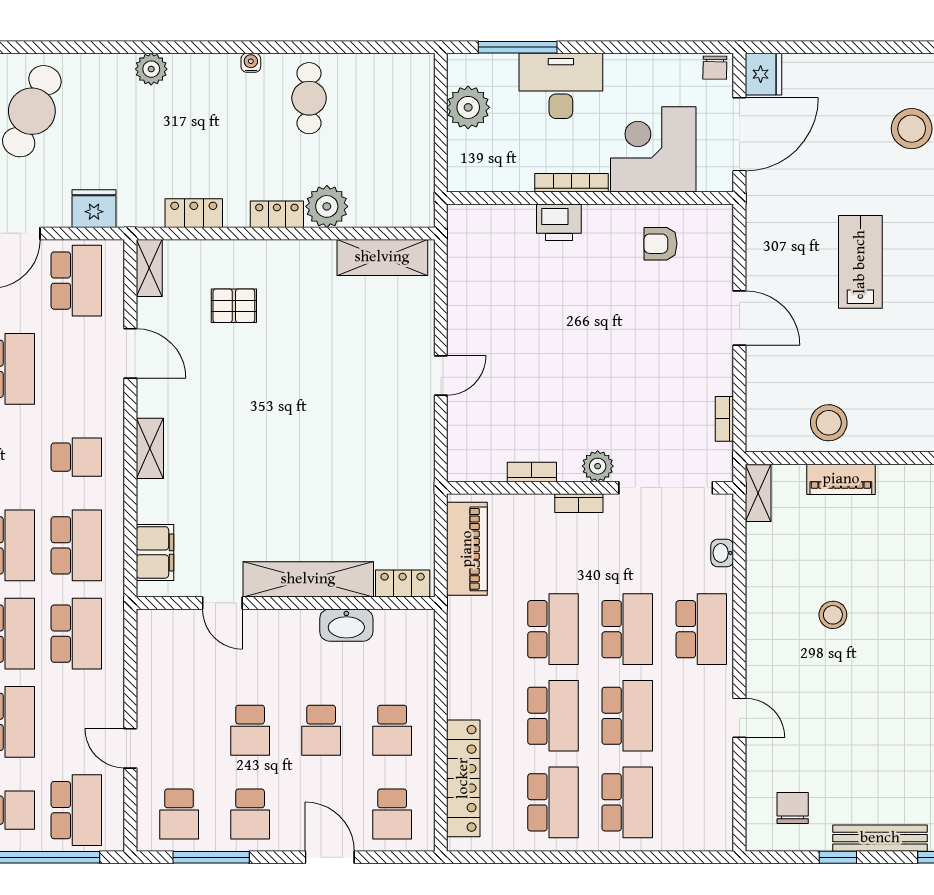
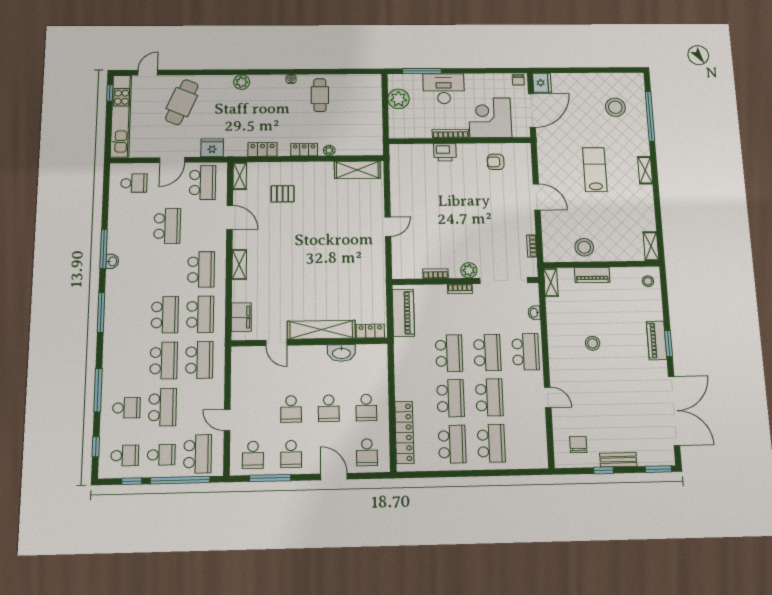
plant: (327, 206) -> (329, 150), width x0.53, depth x0.53
school desk: (76, 457) -> (201, 269), width x1.85
bench: (880, 838) -> (618, 460), width x0.73

